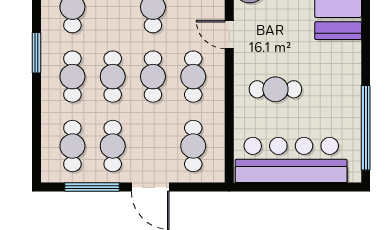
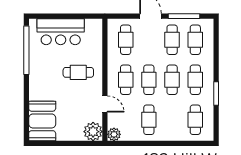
bar counter: (291, 160) -> (61, 32), width x0.73

